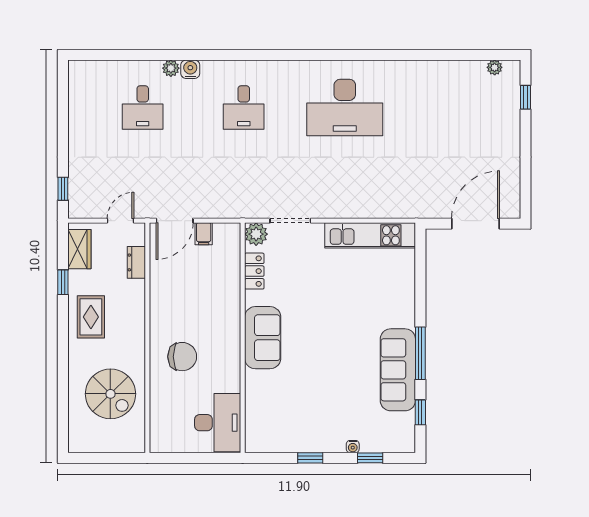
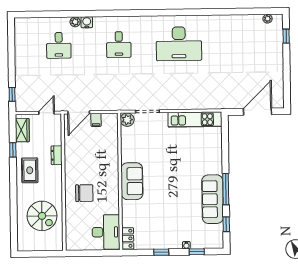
dresser: (136, 262) -> (57, 155), moved
locker: (254, 271) -> (128, 238), moved

